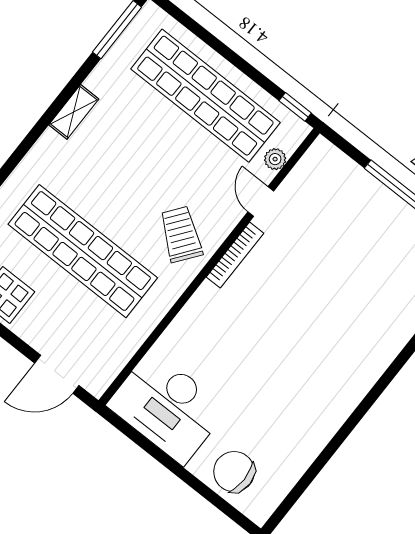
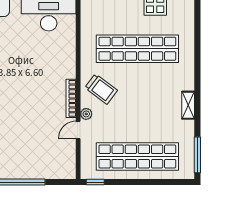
plant: (275, 159) -> (86, 114), moved
door: (261, 201) -> (78, 130), swing flipped

